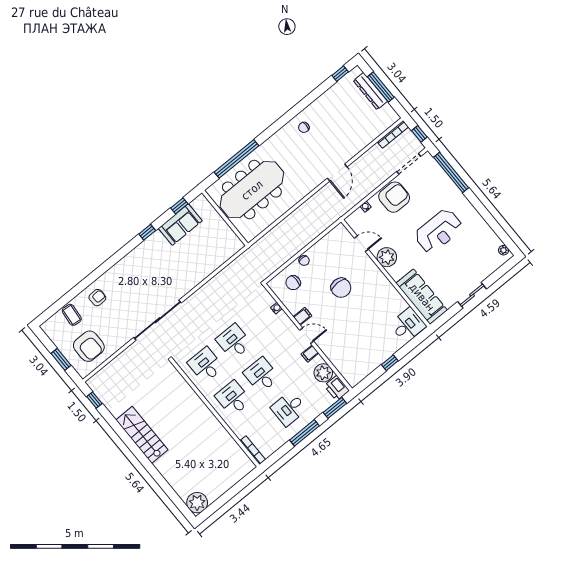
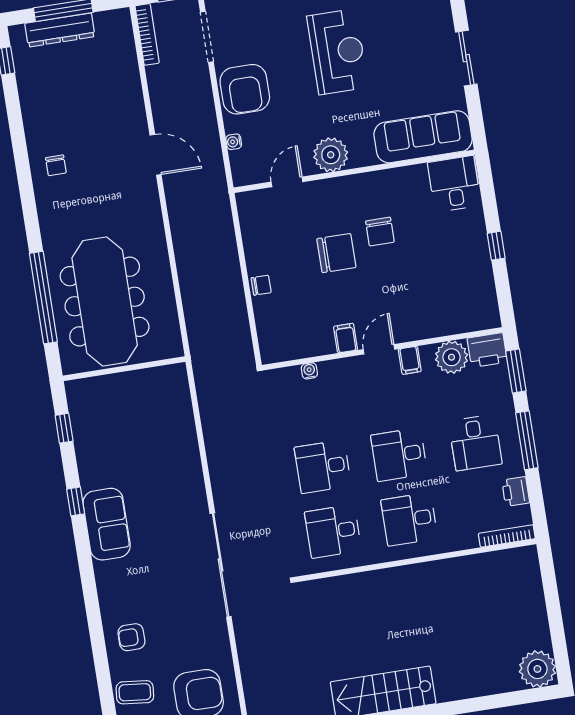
armchair: (394, 197) -> (245, 89), turned 180
sofa: (180, 225) -> (107, 524), moved
chair: (293, 283) -> (380, 232), moved
armchair: (97, 298) -> (131, 637), turned -88
printer: (277, 442) -> (516, 491), added

